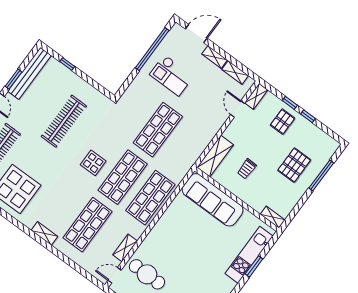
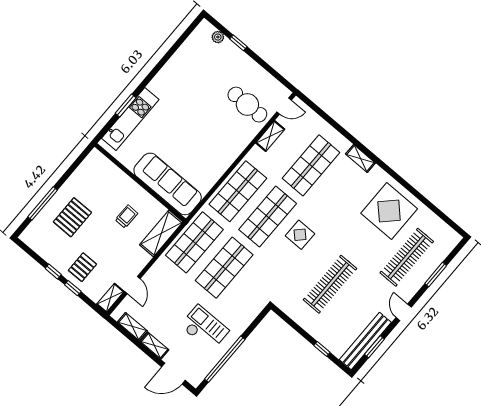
window: (14, 79) -> (374, 347), moved
shop shelf: (185, 150) -> (194, 242), added
shelving: (273, 217) -> (101, 160), removed

